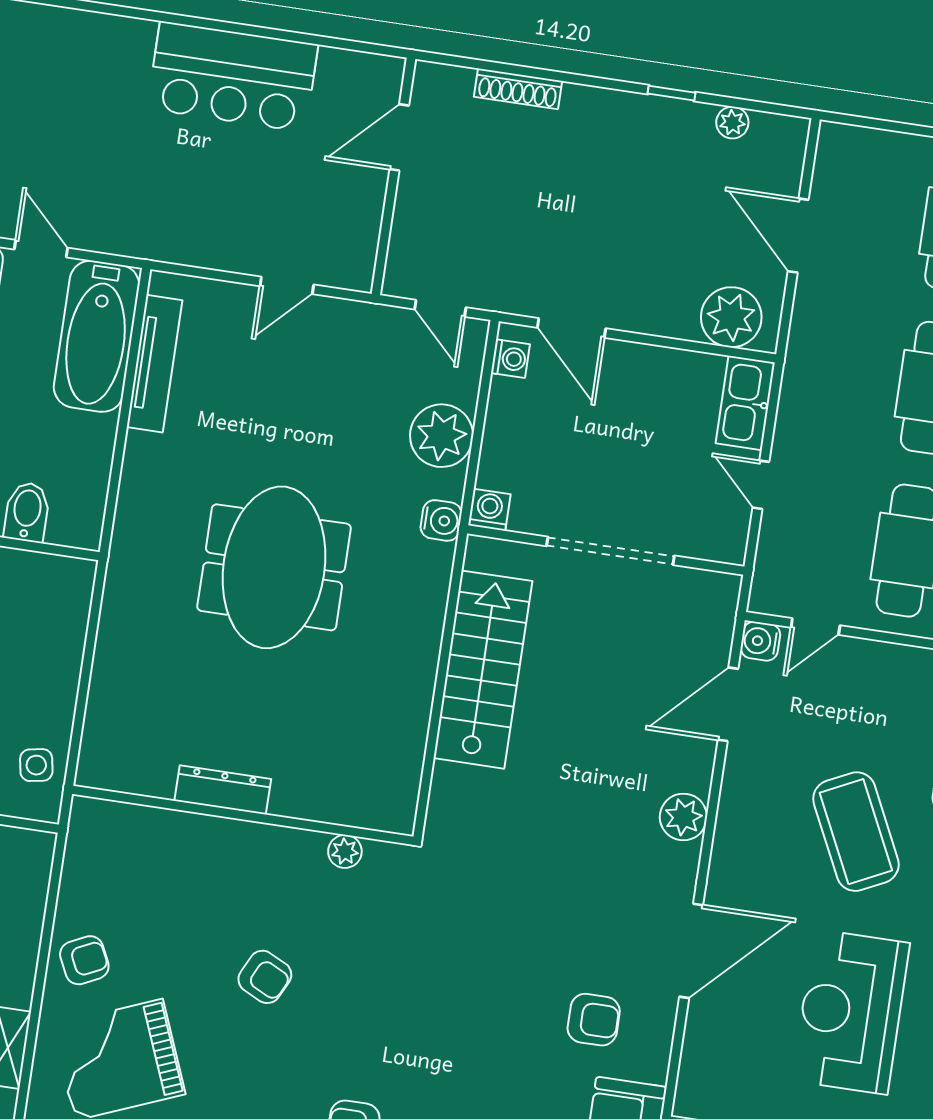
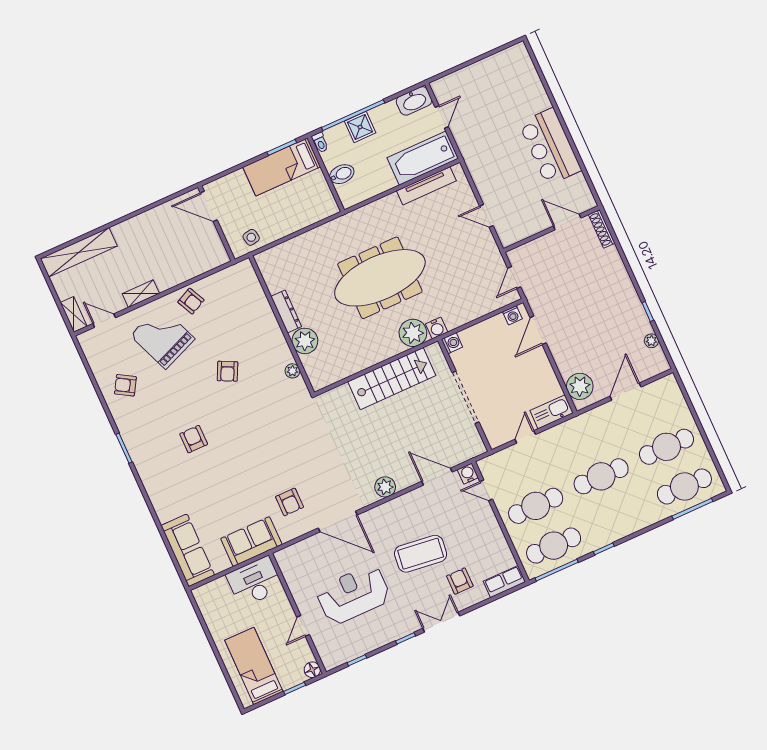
shoe rack: (518, 89) -> (602, 229), moved
plant: (442, 436) -> (413, 333), moved
meeting table: (274, 567) -> (380, 278), width x1.36
plant: (302, 790) -> (305, 341), added
coffee table: (856, 832) -> (421, 554), turned 33

